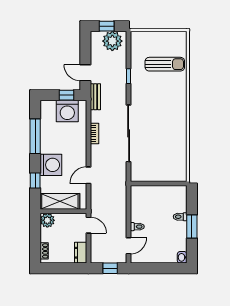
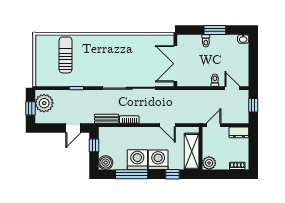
bench: (95, 97) -> (107, 119), moved
boiler: (48, 108) -> (106, 163), added
washing machine: (67, 111) -> (137, 160), moved, turned -90
double door: (155, 184) -> (175, 64), added

